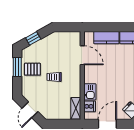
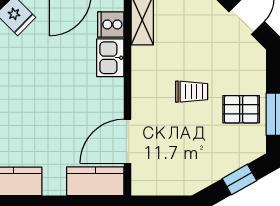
kitchen counter: (106, 38) -> (95, 181), moved
door: (82, 55) -> (128, 141), hinge flipped

